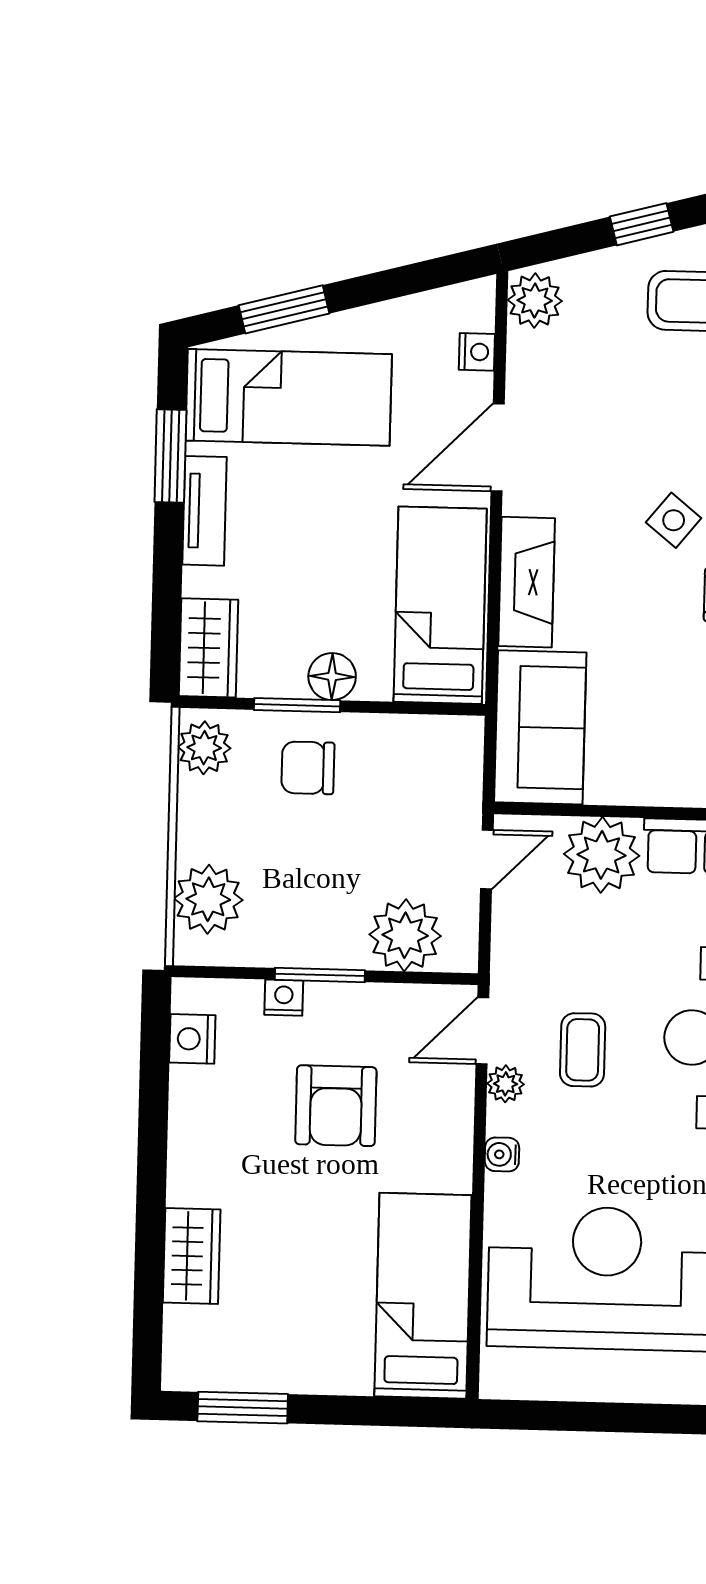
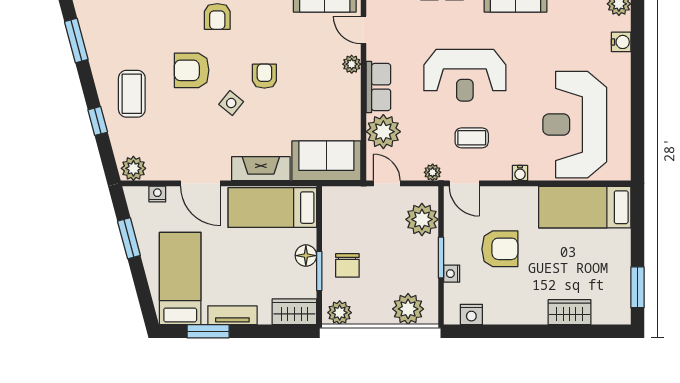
window: (284, 309) -> (129, 238), moved
plant: (505, 1084) -> (433, 172), moved

